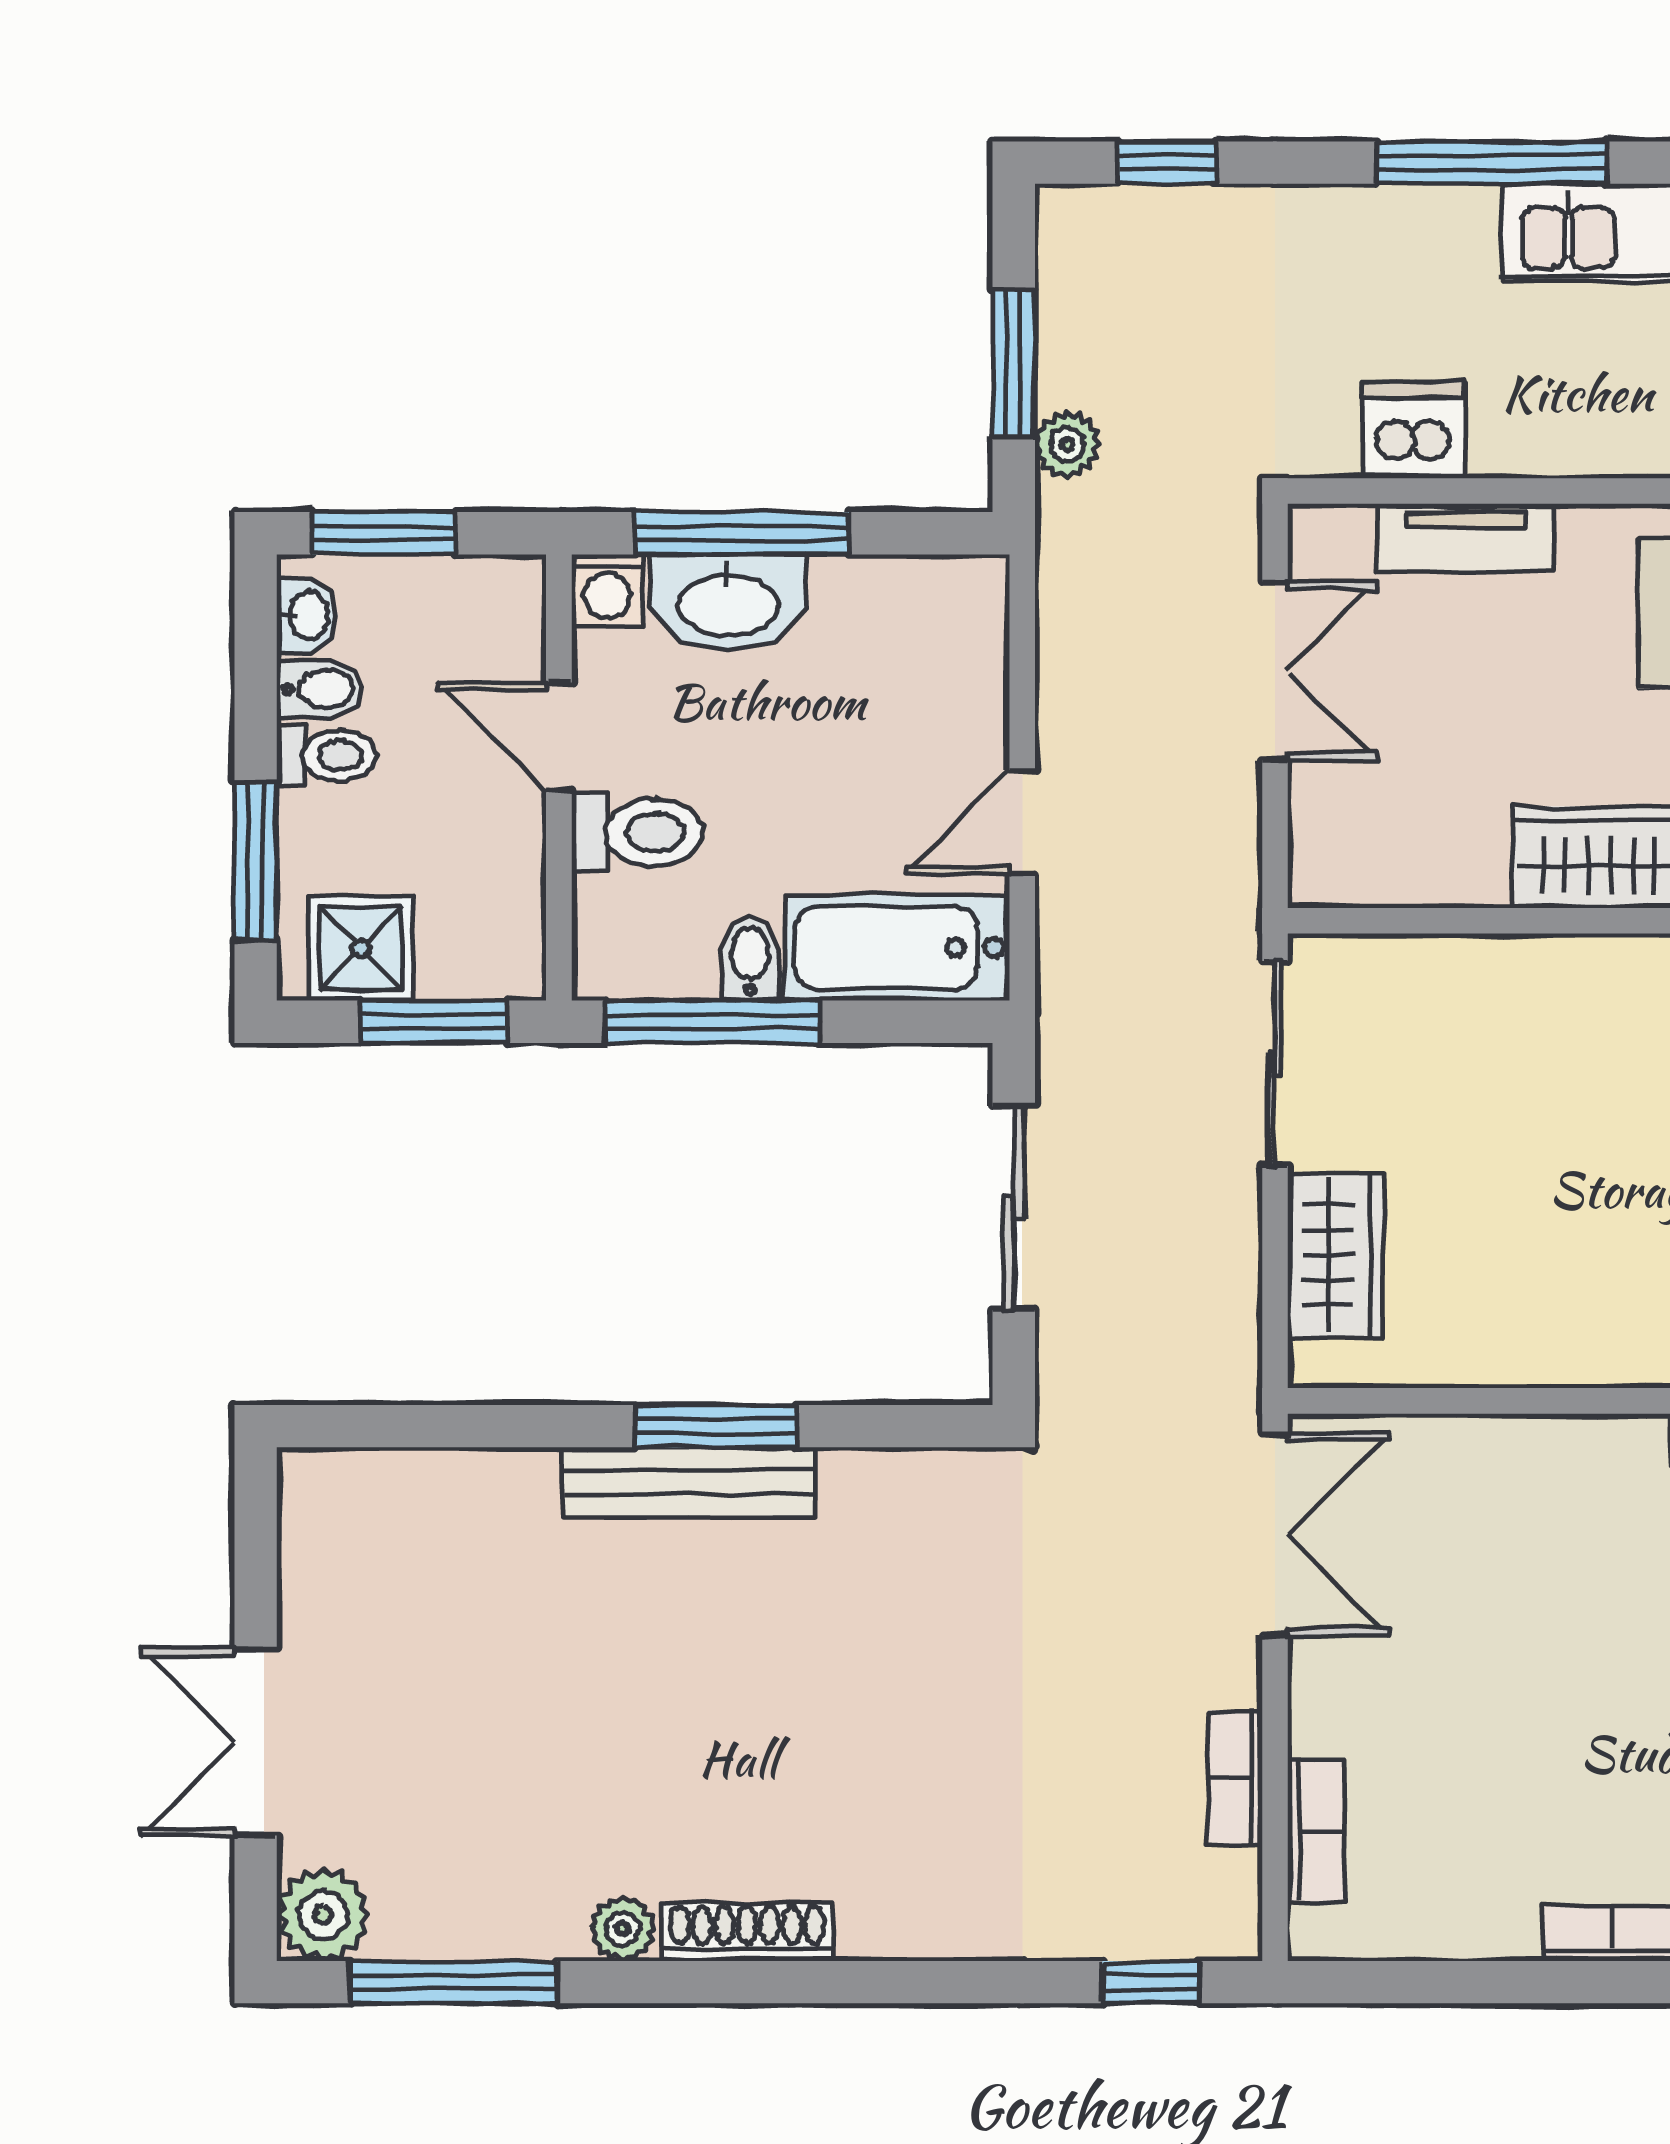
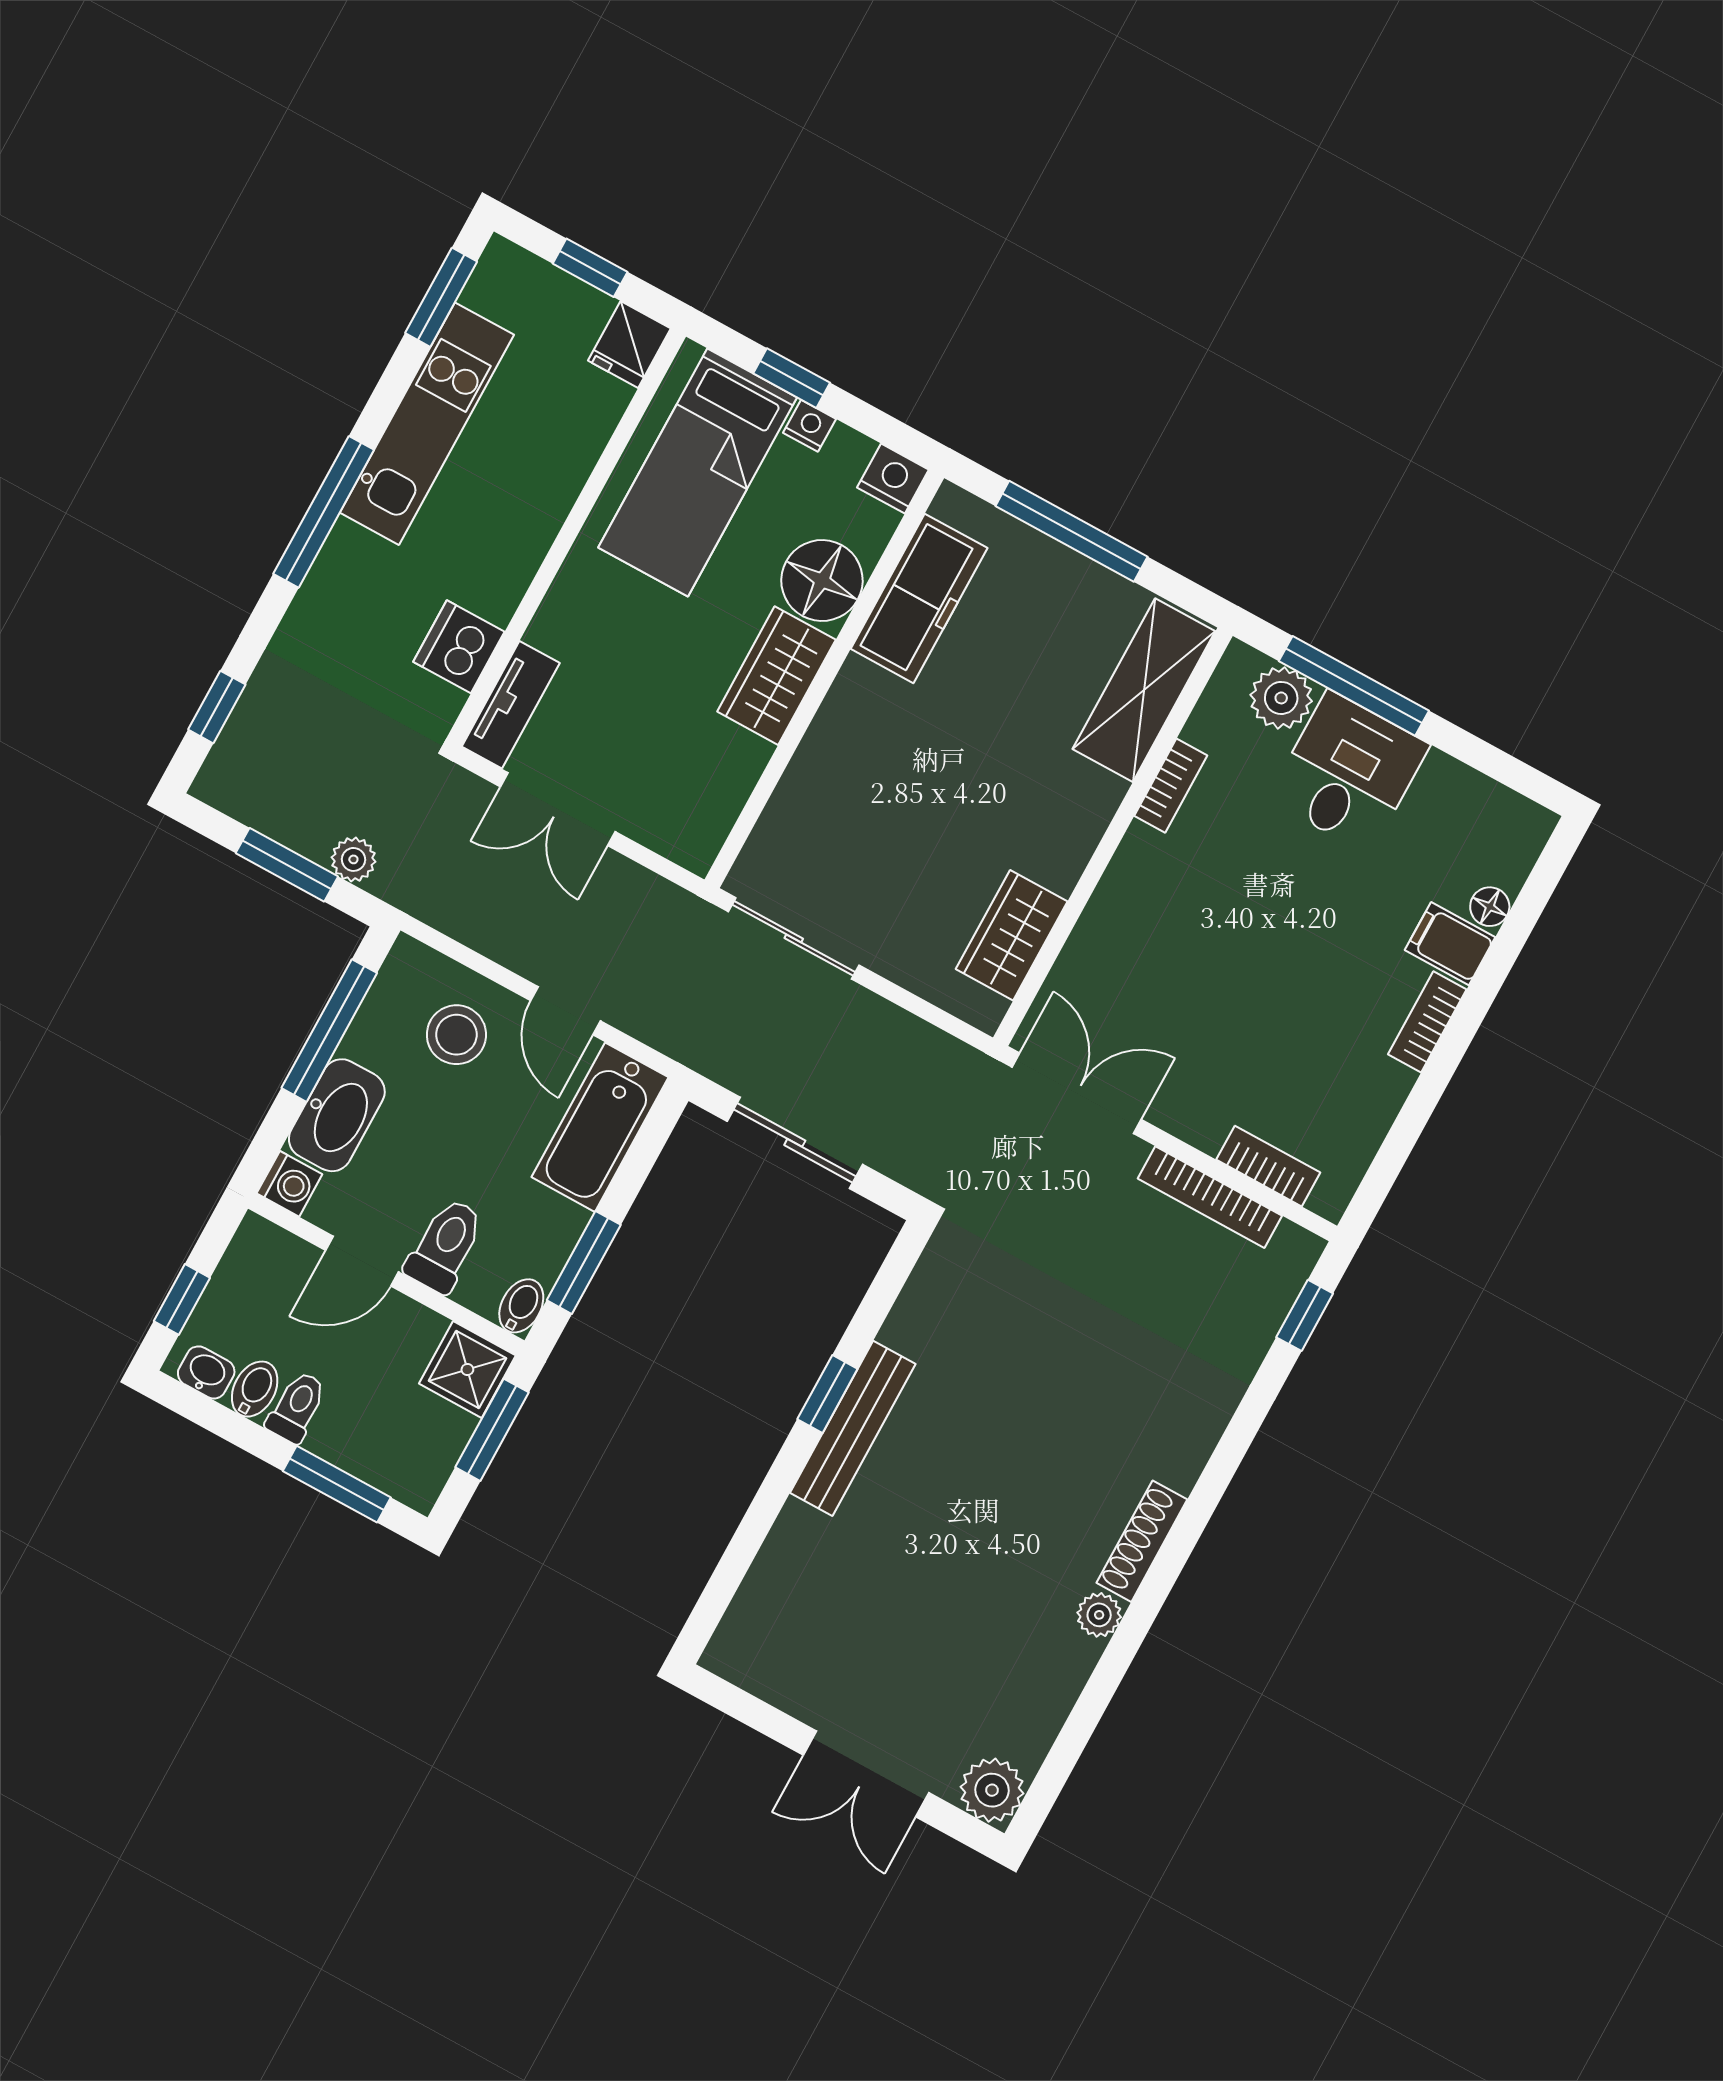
window: (384, 533) -> (182, 1299), width x0.67
window: (742, 533) -> (329, 1030), moved
tv unit: (1465, 537) -> (511, 705), moved
double door: (1275, 671) -> (558, 809), swing flipped
stool: (915, 699) -> (456, 1035), added
shower: (361, 949) -> (467, 1370), moved
bidet: (750, 959) -> (521, 1306), moved, turned 90
window: (713, 1022) -> (584, 1262), width x0.69
wardrobe: (1335, 1255) -> (1012, 935), moved, turned -90
window: (715, 1426) -> (827, 1394), width x0.67
bookcase: (1235, 1778) -> (1210, 1197), width x1.56
window: (454, 1982) -> (1076, 1734), removed

